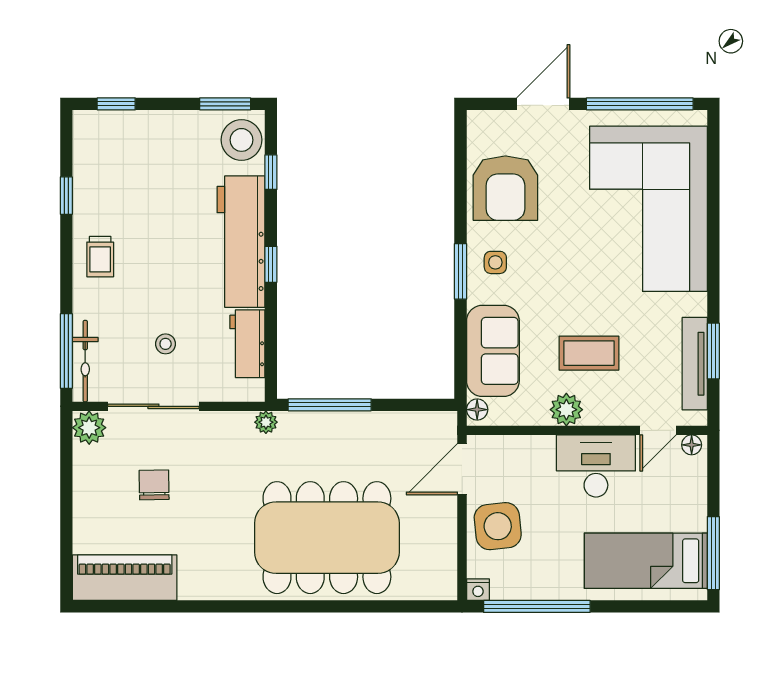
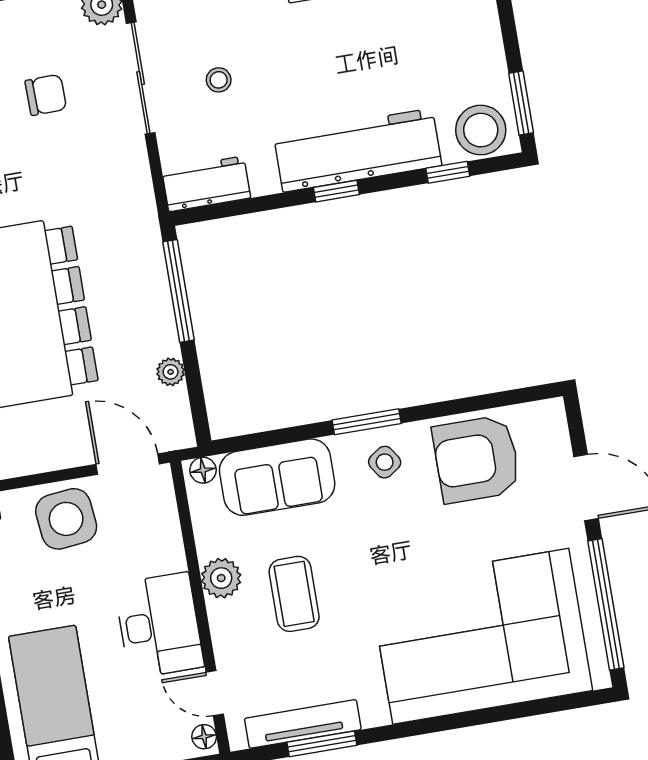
side table: (495, 262) -> (385, 462), turned -34
workbench: (247, 344) -> (206, 184), moved
plant: (266, 422) -> (171, 372), moved

